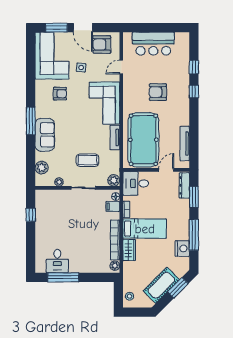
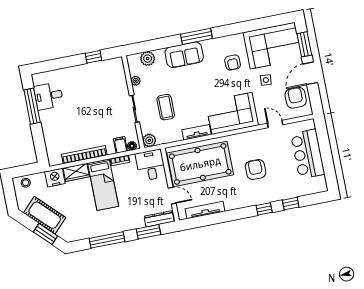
nightstand: (182, 249) -> (55, 178), moved, turned 180
plant: (115, 266) -> (56, 160), removed

